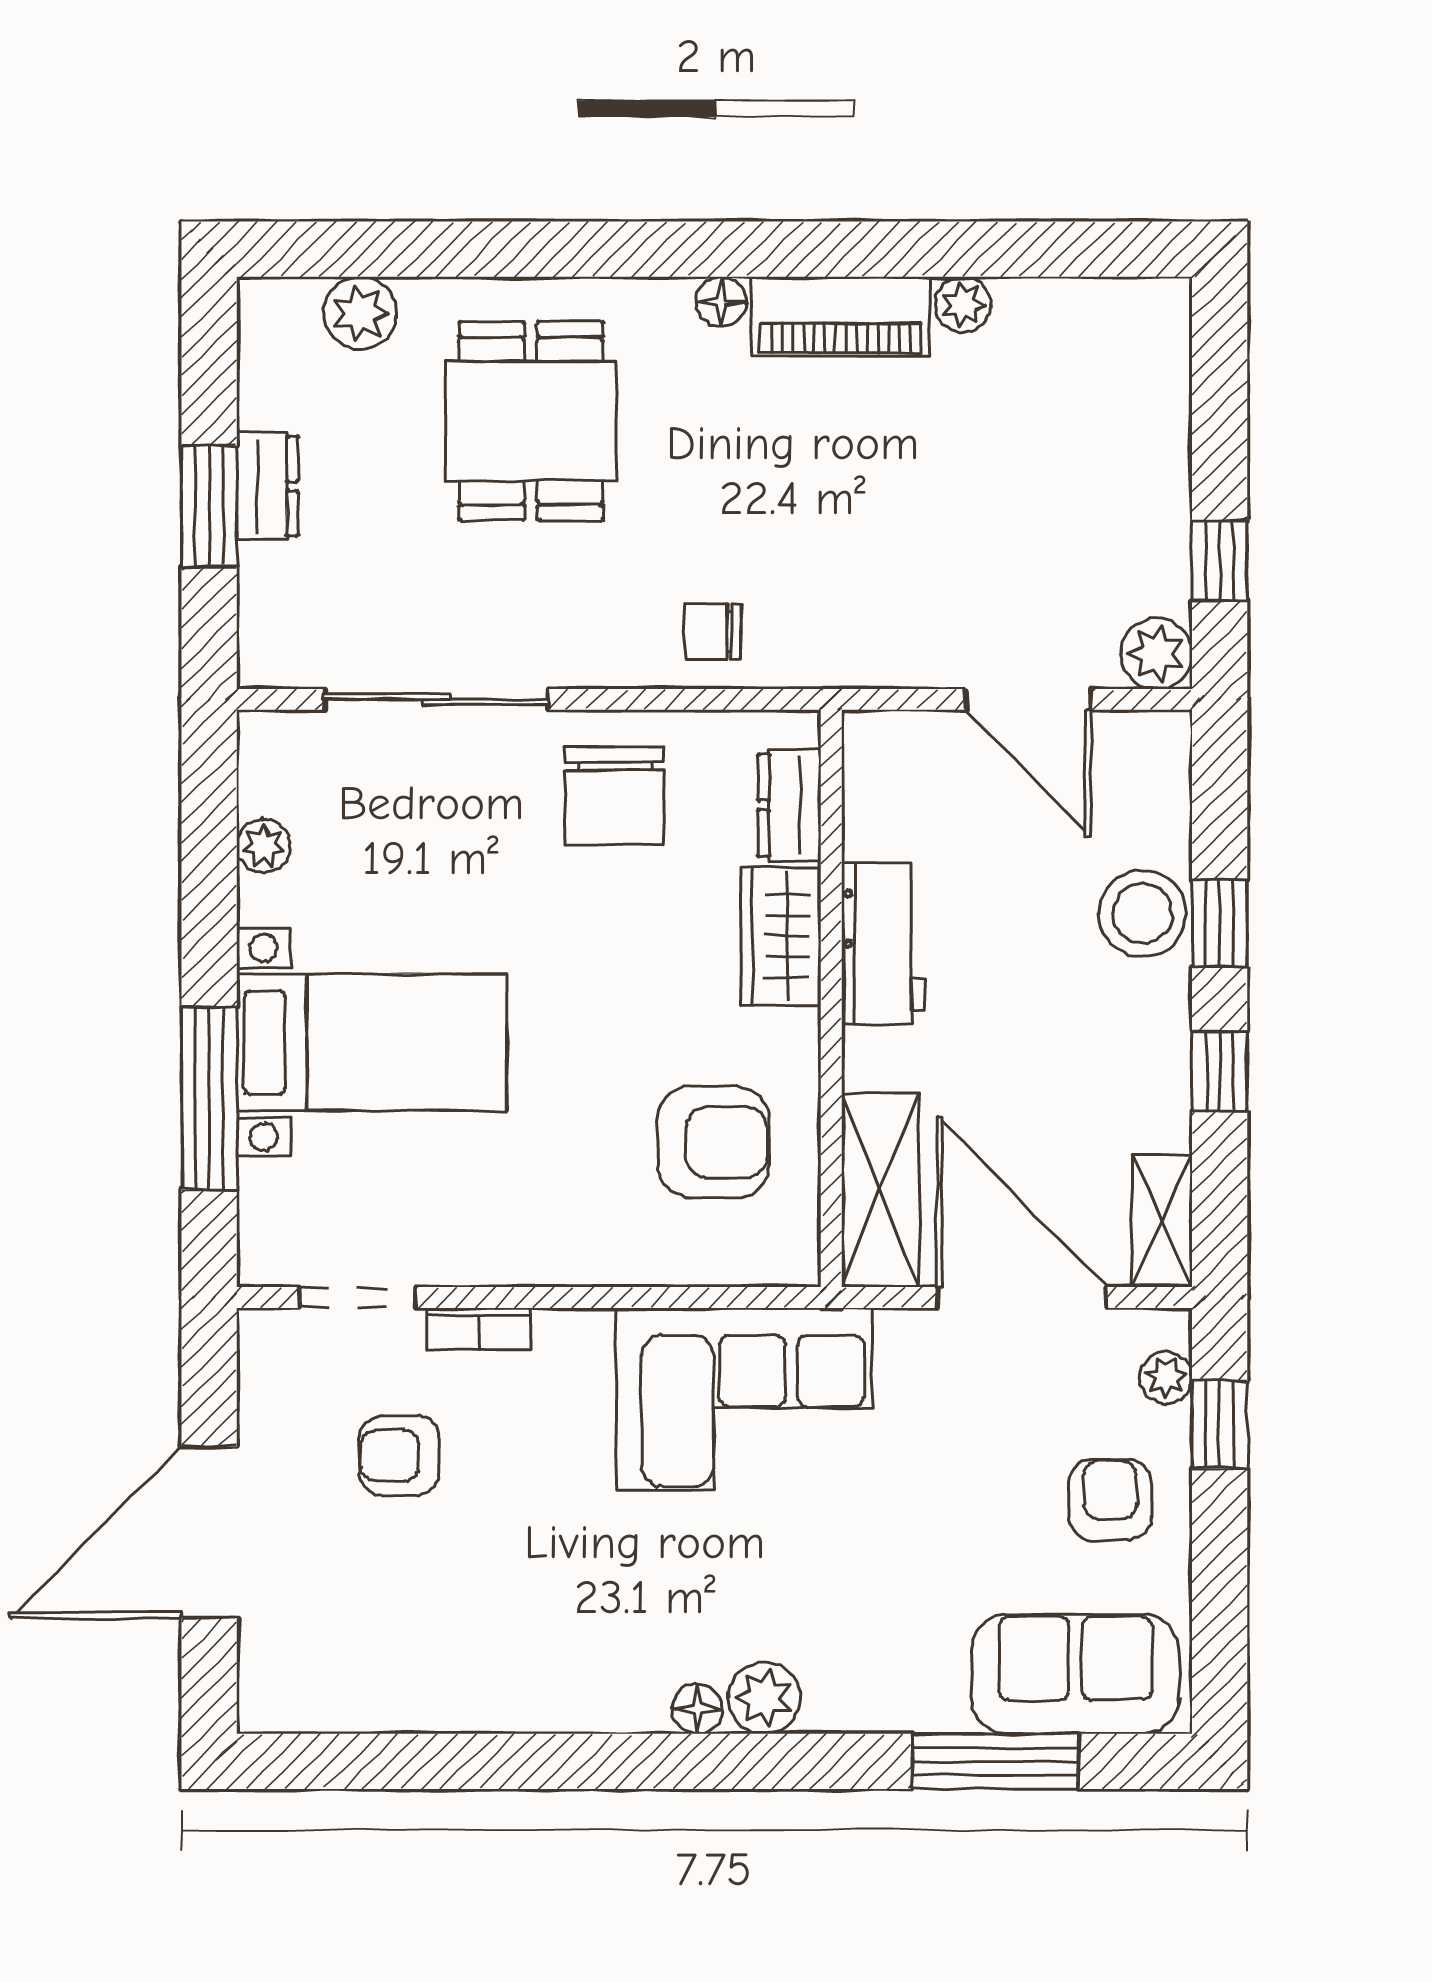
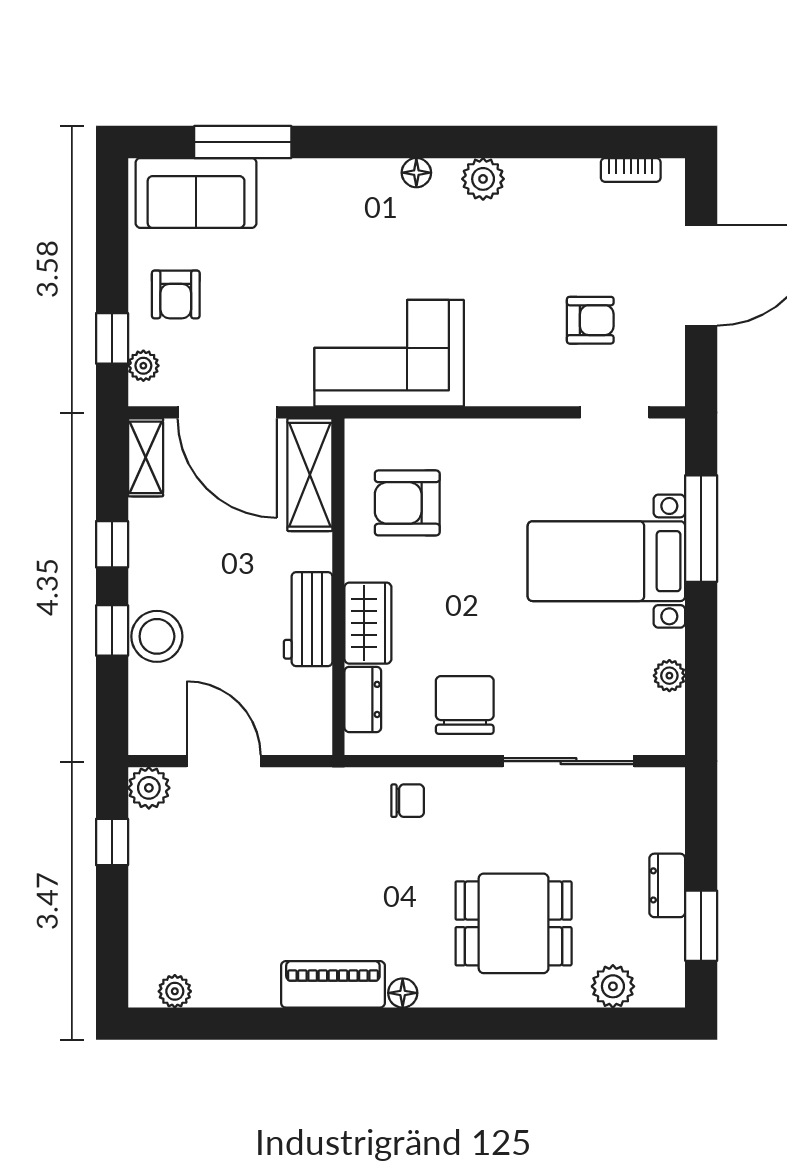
plant: (963, 305) -> (175, 991), moved
dining table: (531, 421) -> (514, 923), turned 90
window: (209, 506) -> (701, 926), moved
bookcase: (479, 1328) -> (631, 170), moved, turned 180
plant: (764, 1698) -> (483, 179), moved

